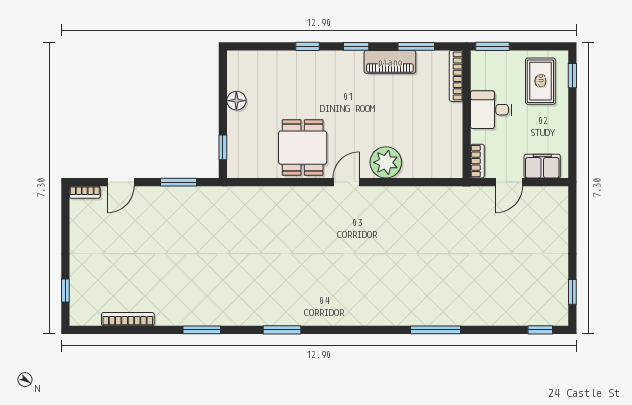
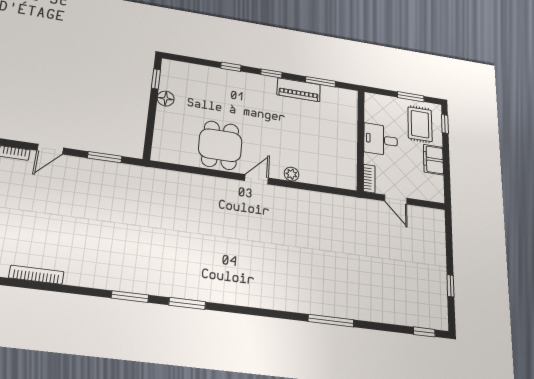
window: (493, 46) -> (411, 97), moved
bookcase: (456, 76) -> (352, 109), removed
window: (223, 147) -> (156, 79), moved
plant: (386, 162) -> (291, 174), width x0.53, depth x0.53
filing cabinet: (542, 166) -> (433, 160), moved, turned -90
door: (509, 182) -> (396, 200), hinge flipped
window: (572, 292) -> (450, 286), moved
window: (202, 330) -> (130, 297), moved

